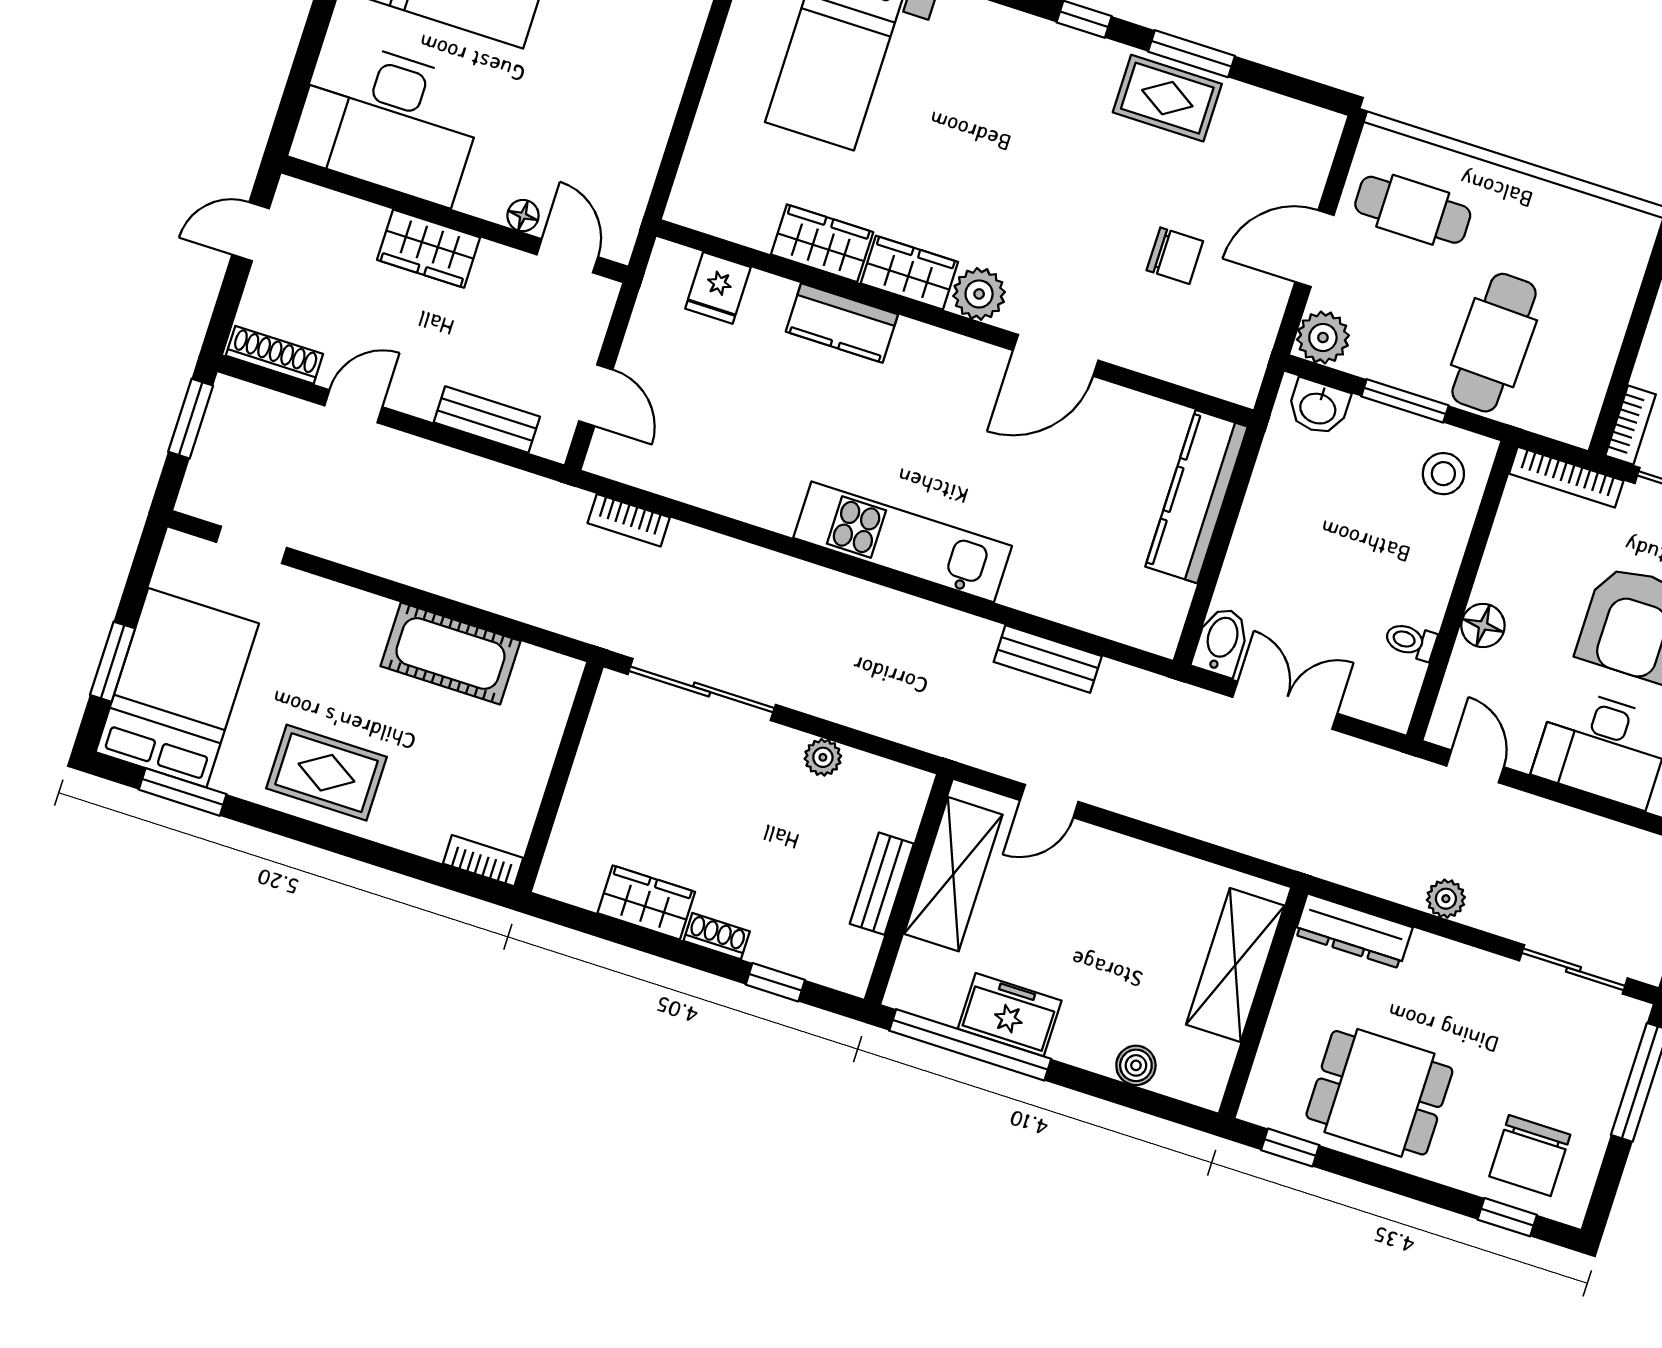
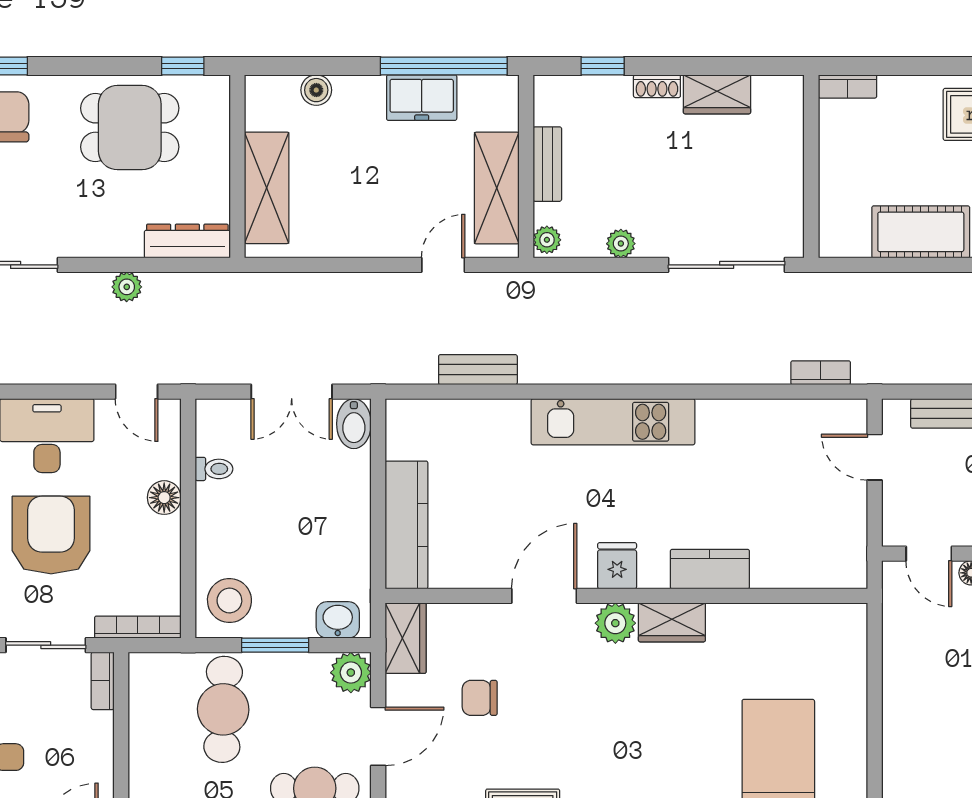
wardrobe: (822, 243) -> (406, 638), moved, turned -90
fridge: (718, 288) -> (617, 566), moved
stool: (1443, 474) -> (229, 601), width x1.38, depth x1.38
plant: (912, 791) -> (547, 240), added

